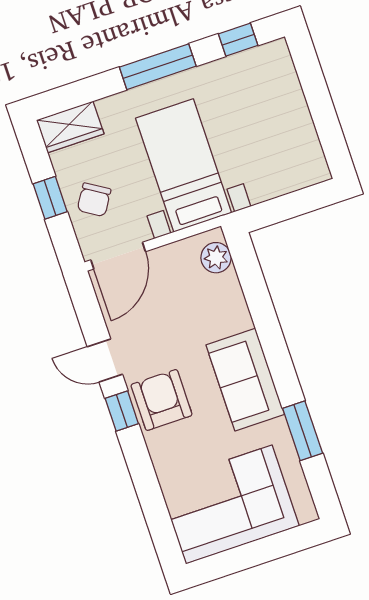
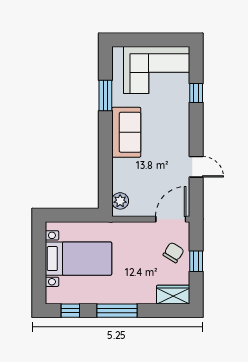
bed with nightstands: (184, 166) -> (78, 259), moved, turned -90
armchair: (162, 400) -> (173, 136), removed
window: (122, 411) -> (196, 93), moved

